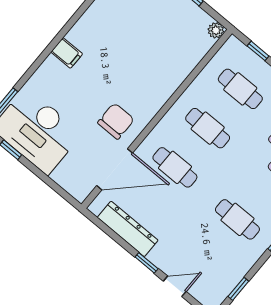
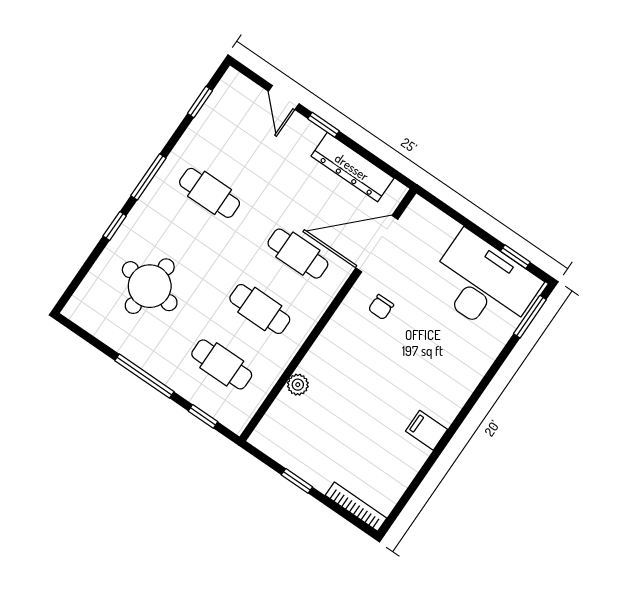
plant: (216, 30) -> (298, 385), moved
filing cabinet: (67, 53) -> (426, 430), moved
chair: (116, 121) -> (381, 307), width x0.54, depth x0.54
door: (175, 286) -> (284, 97), hinge flipped

